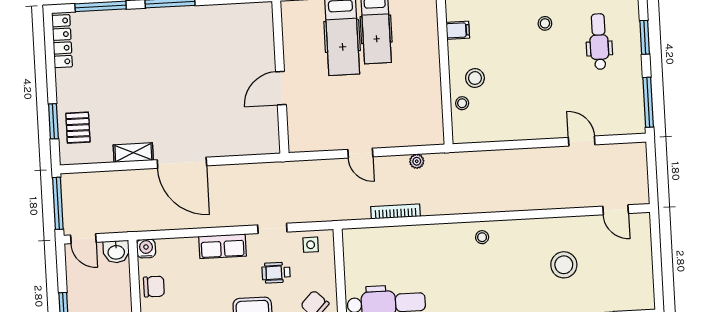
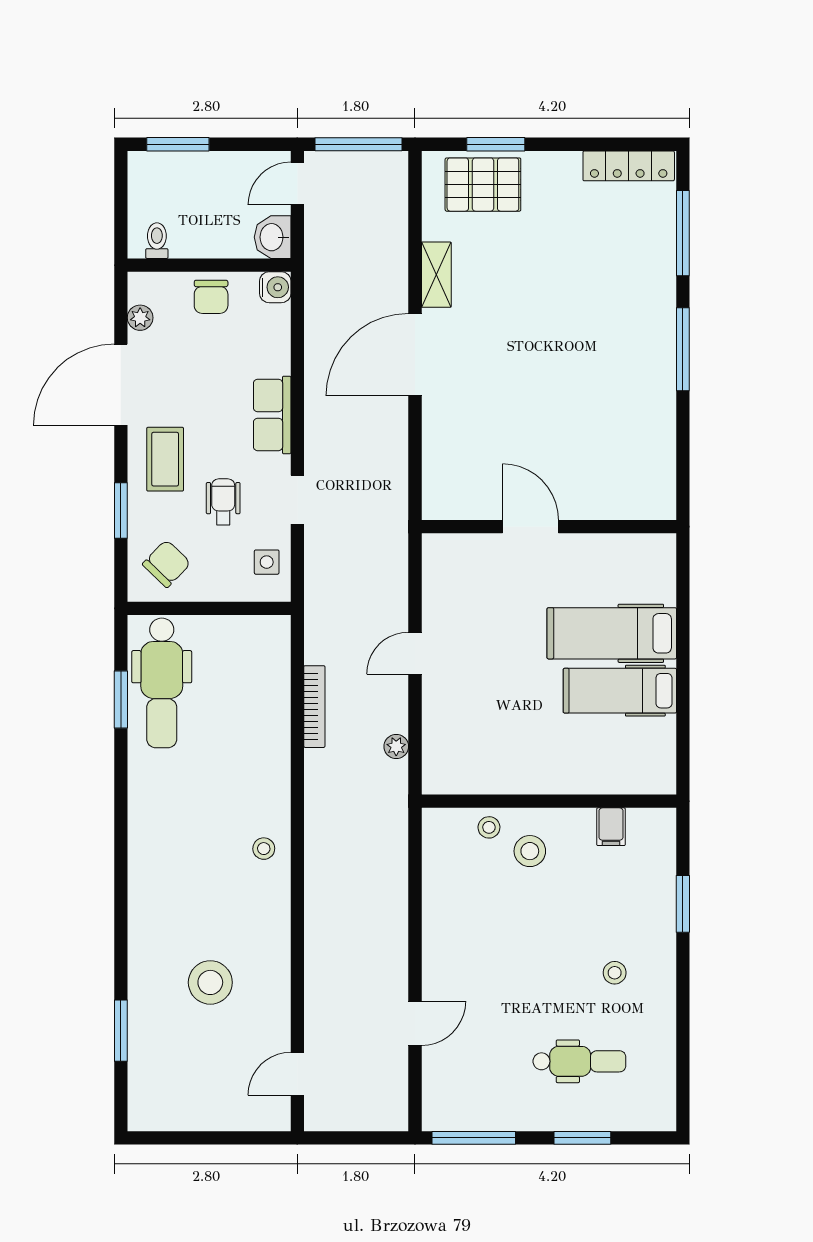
pallet: (78, 128) -> (483, 185), width x1.50, depth x1.42

